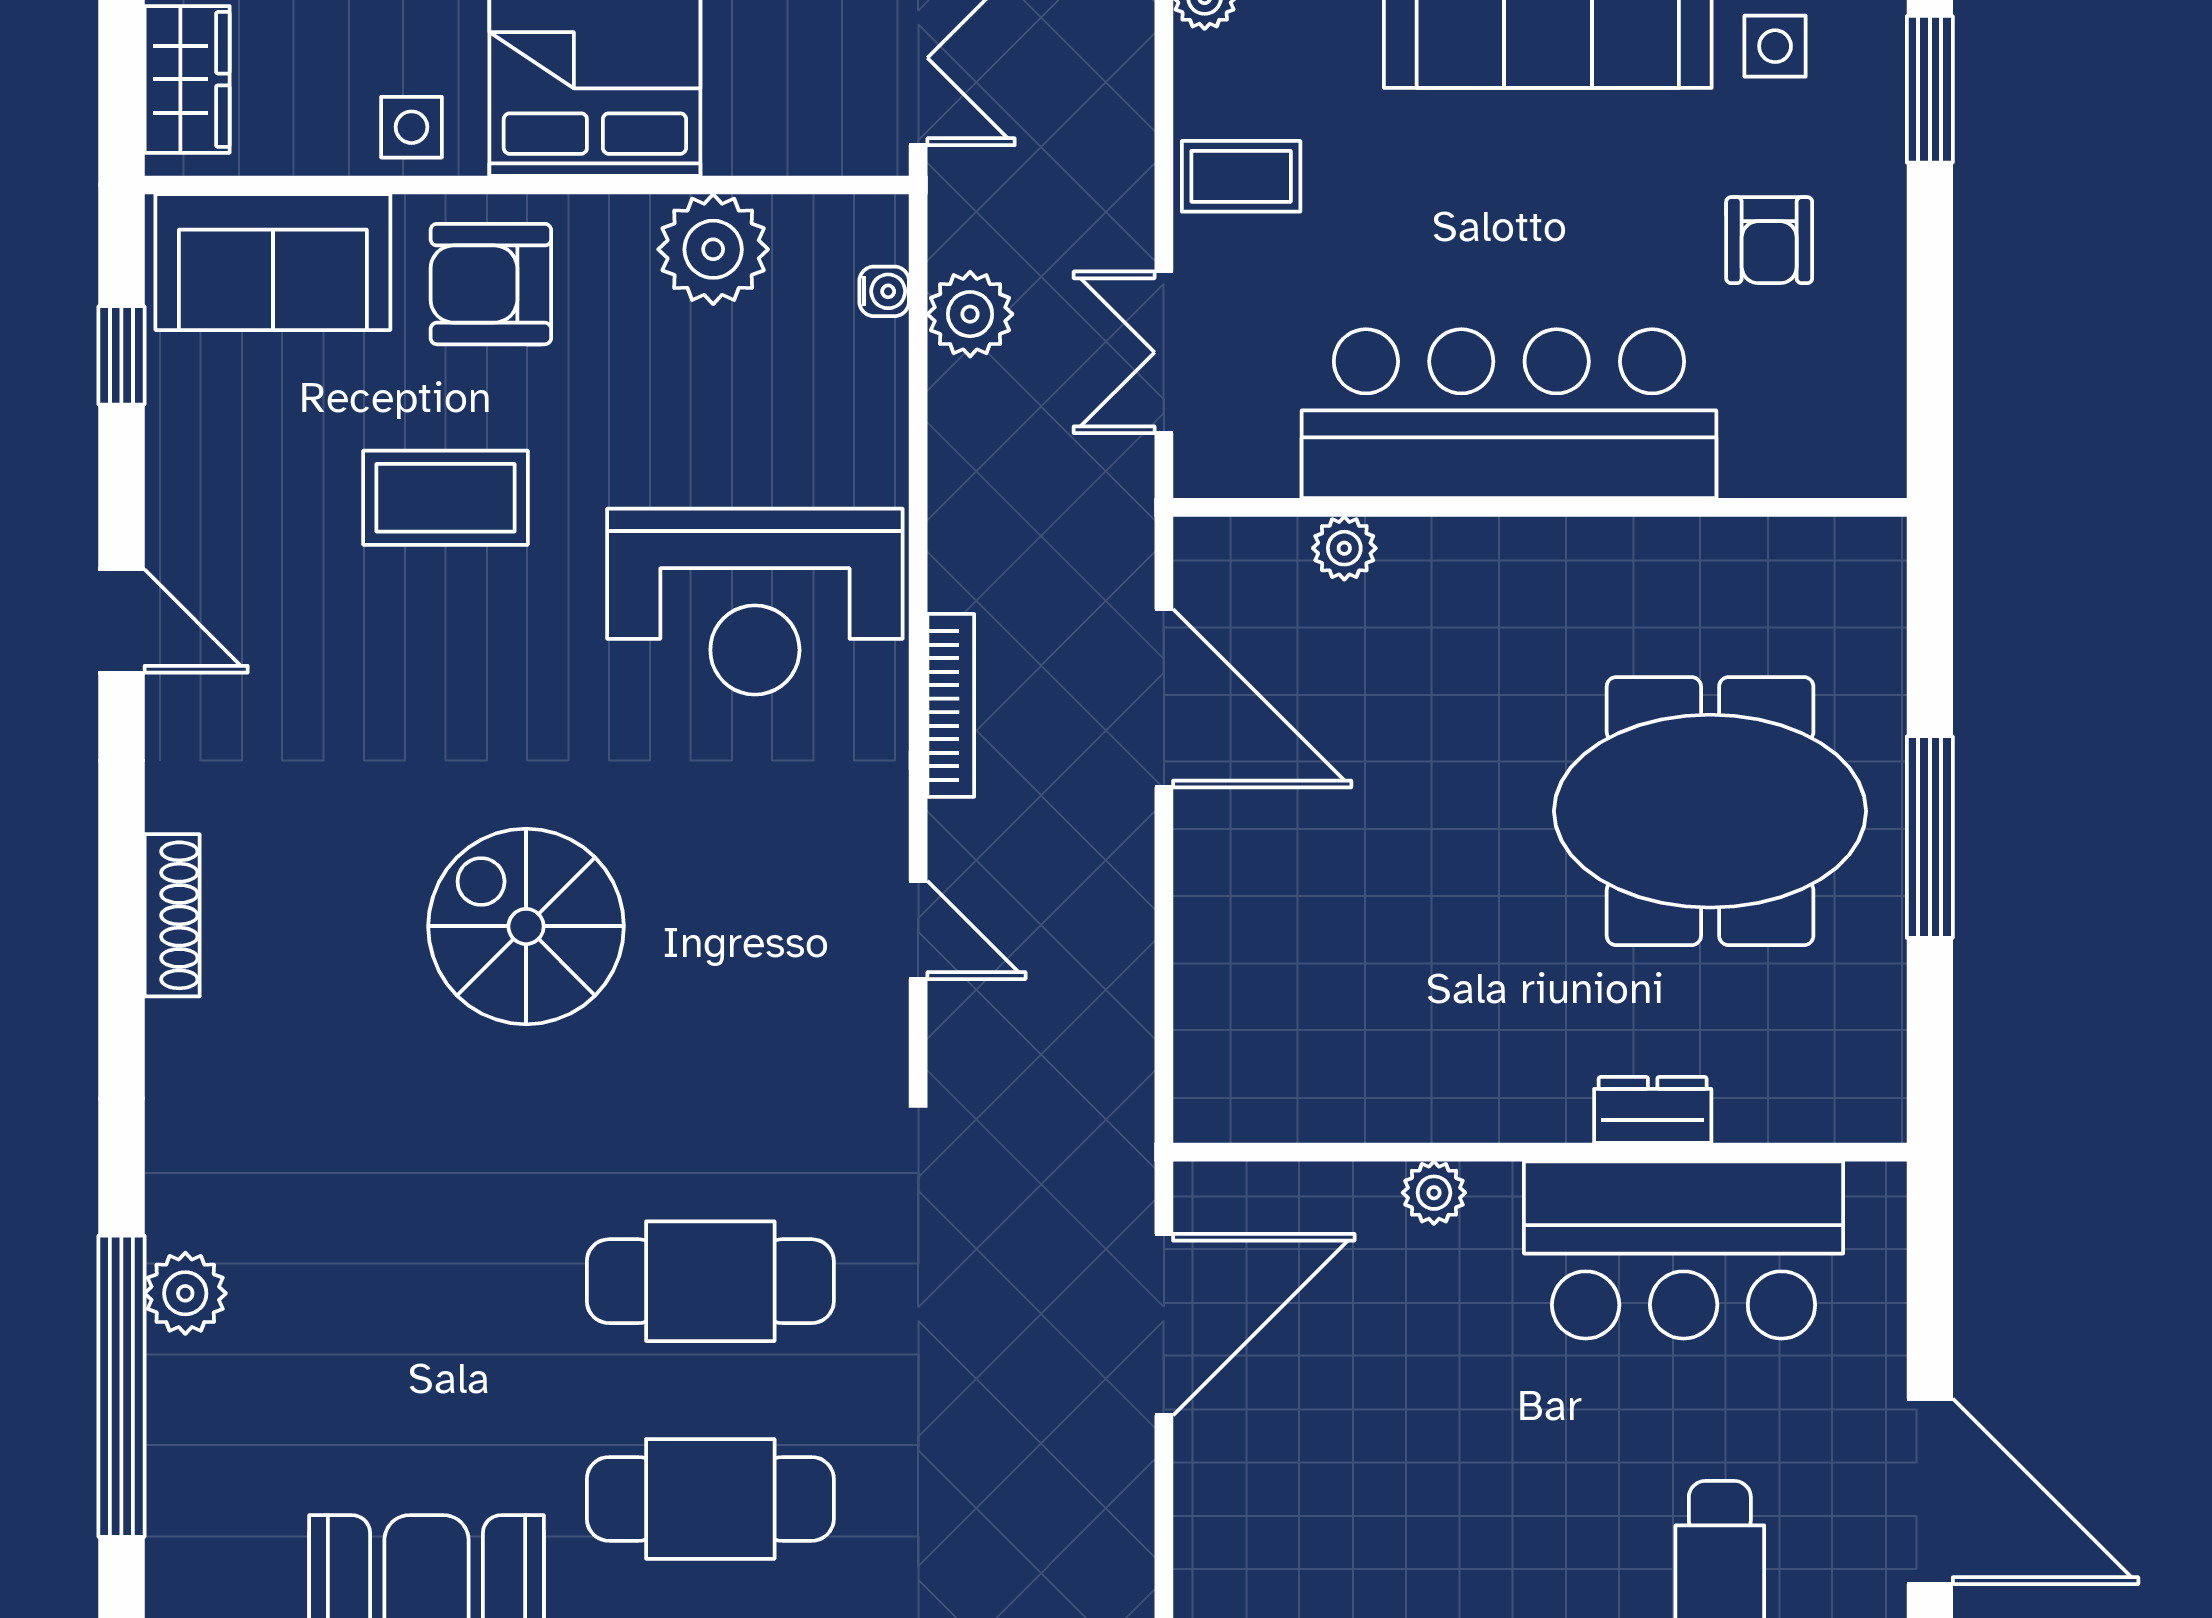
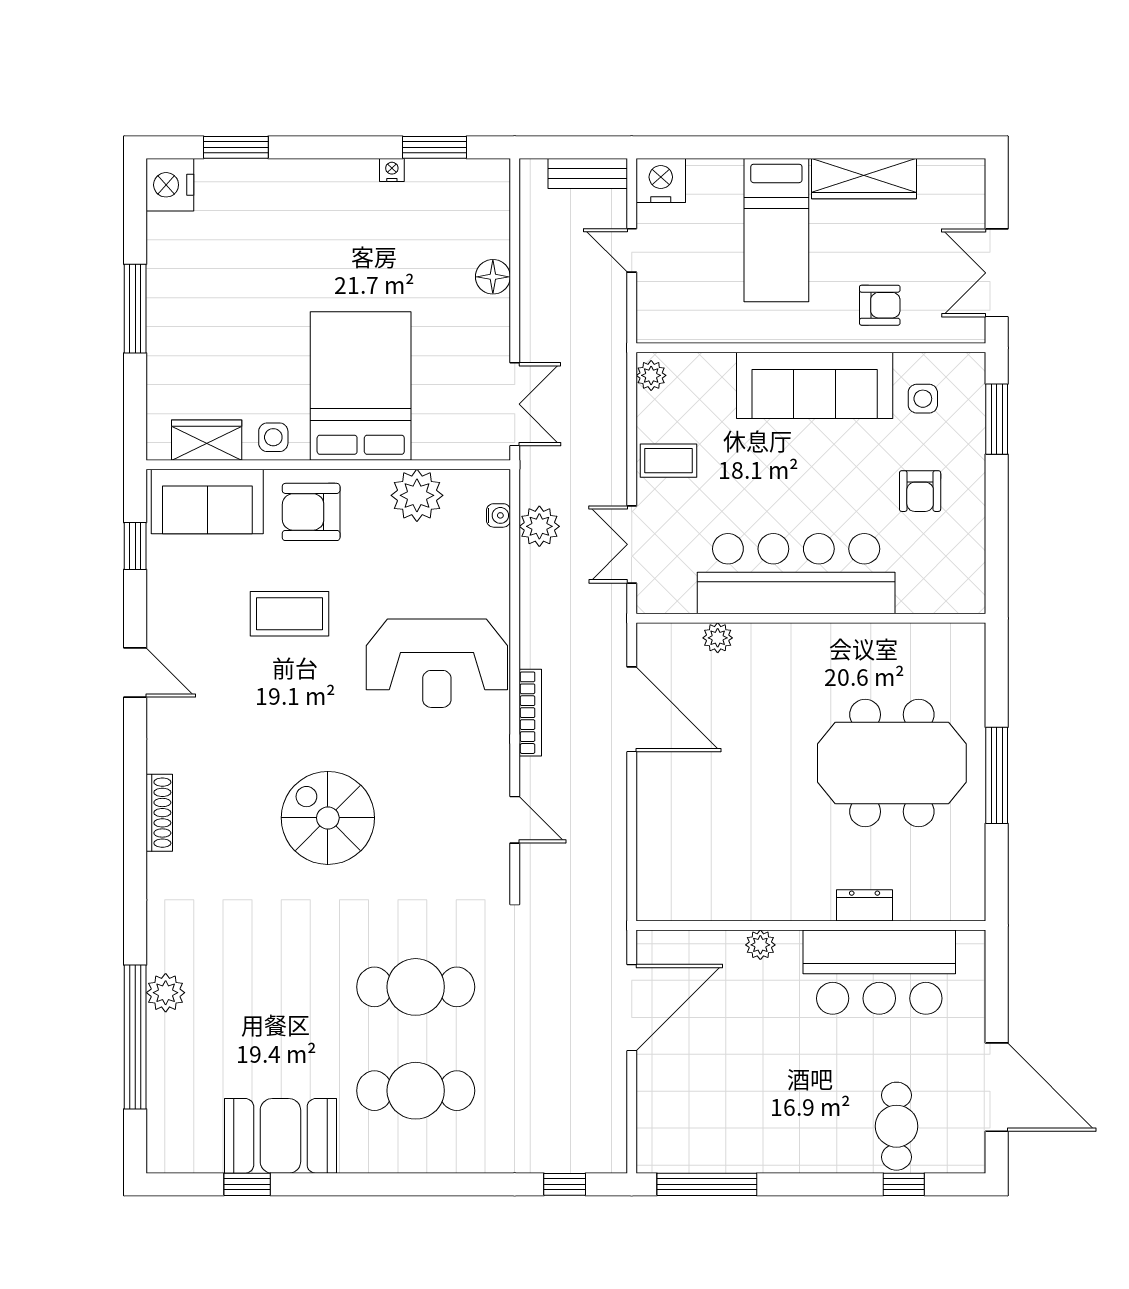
wardrobe: (187, 79) -> (207, 440), moved, turned -90

